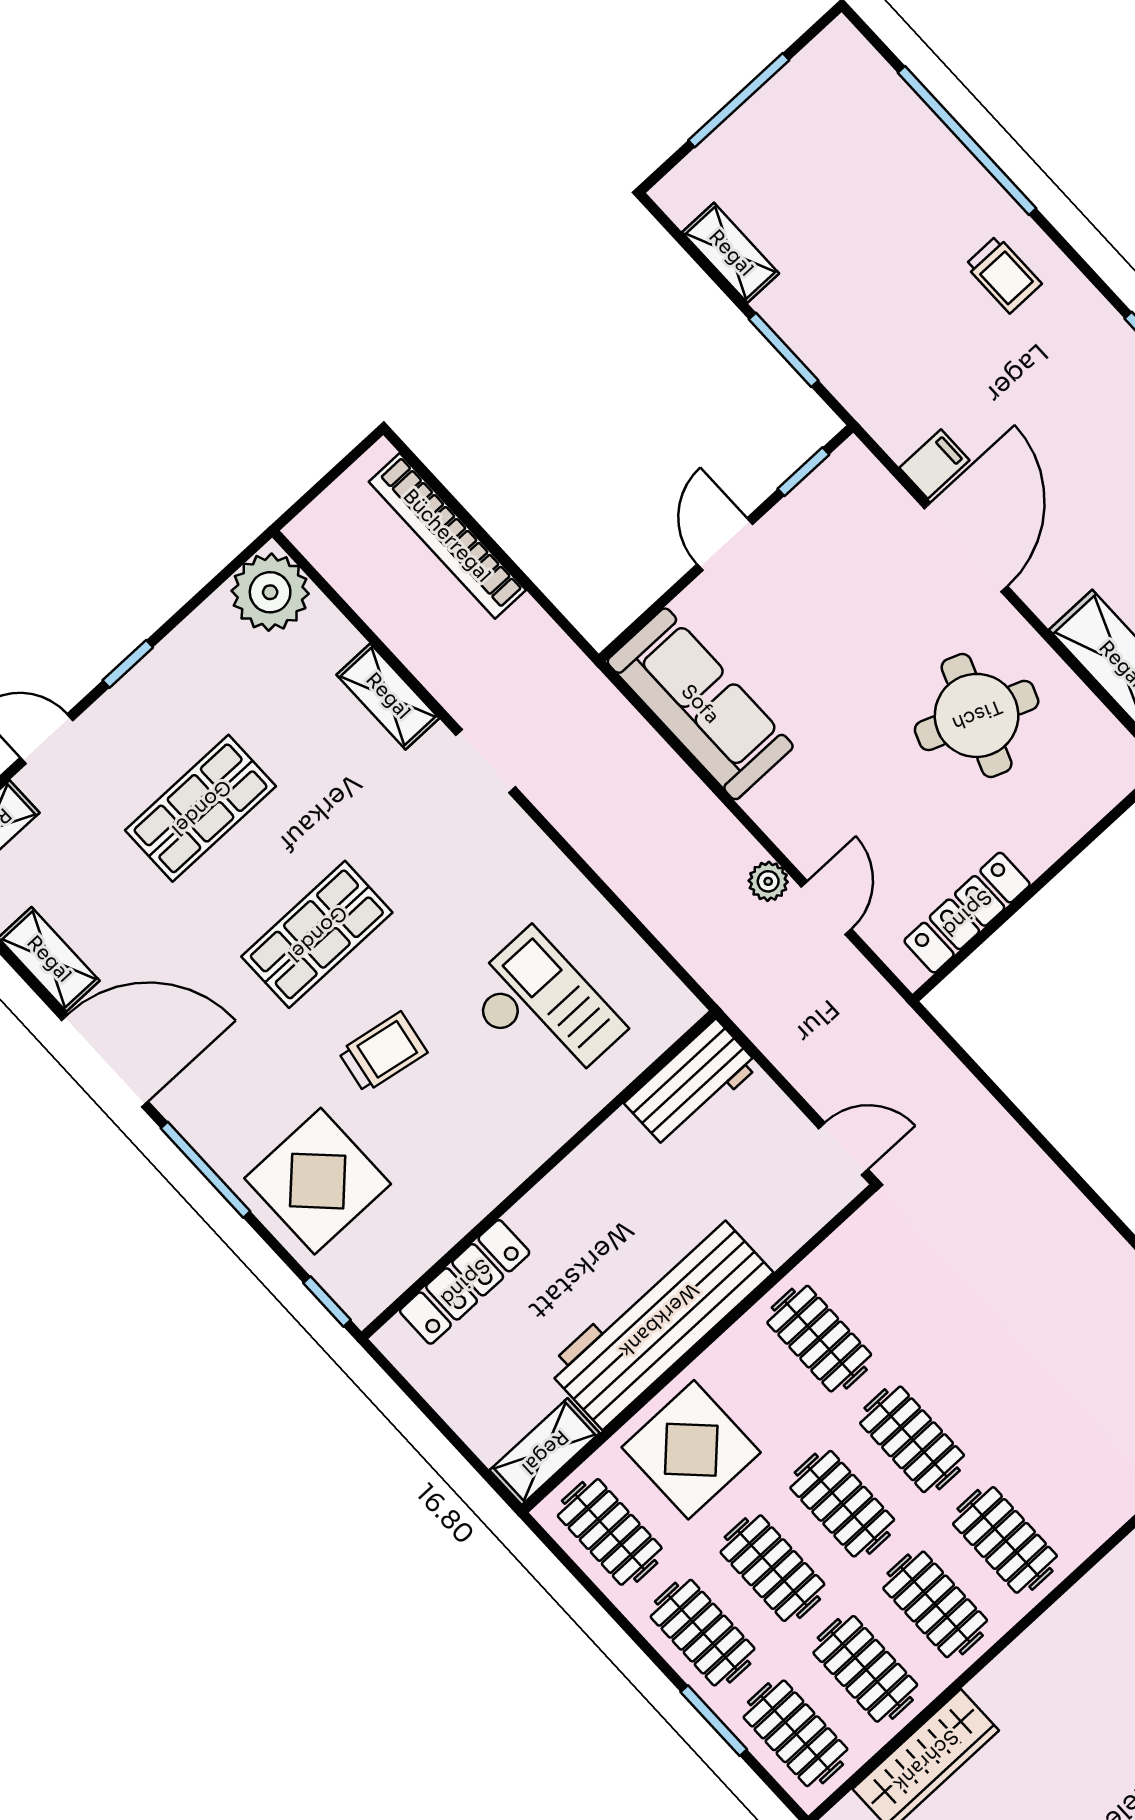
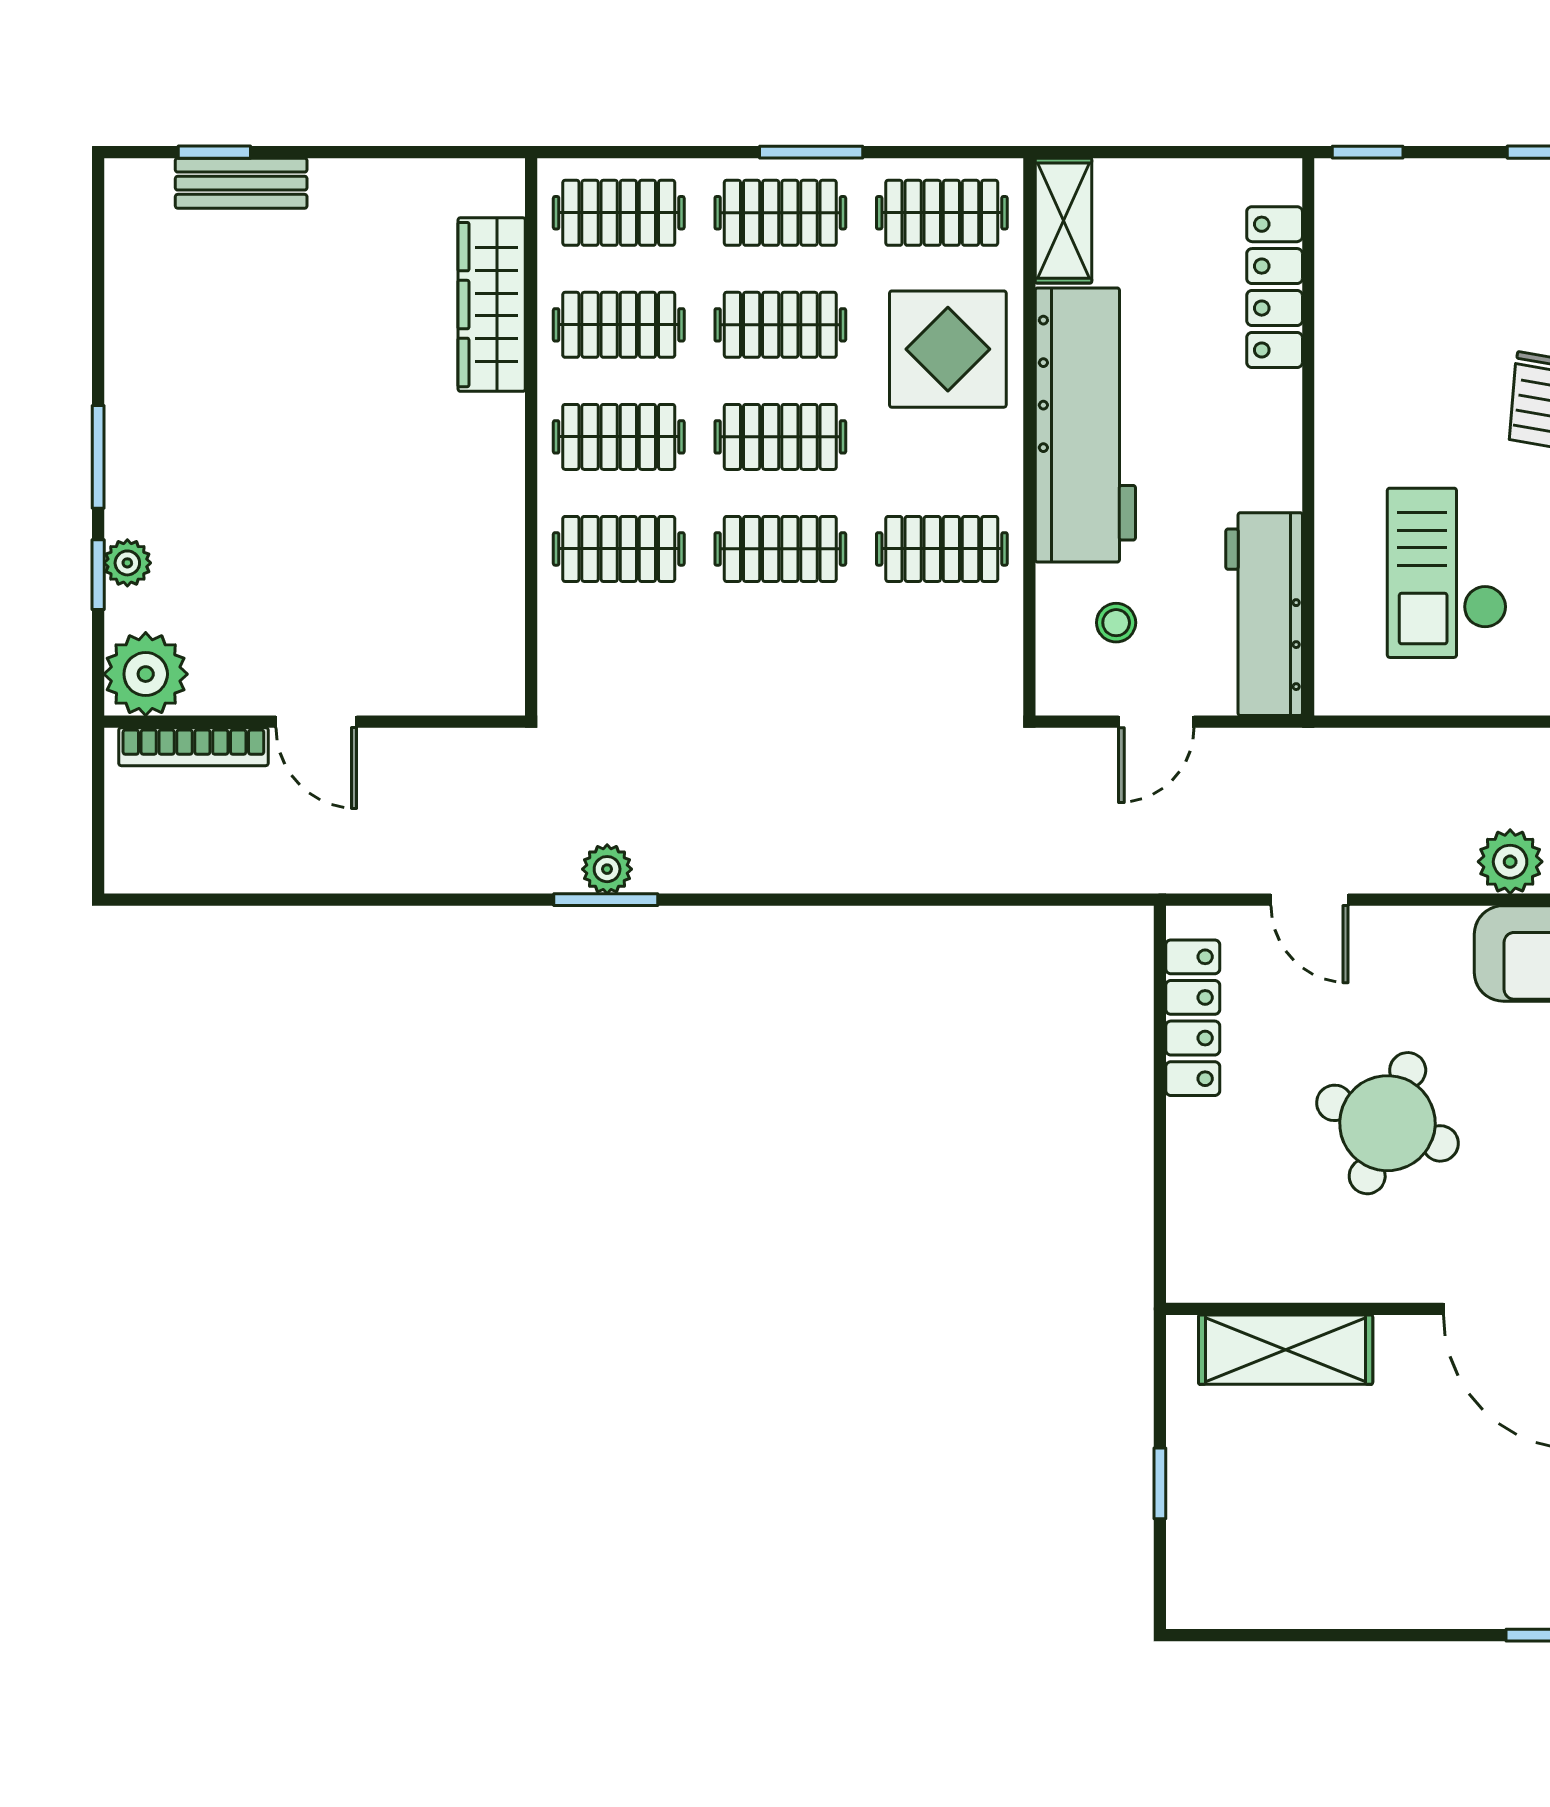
round table: (977, 715) -> (1387, 1123), moved
plant: (768, 881) -> (1510, 862), moved, width x1.38, depth x1.38
checkout: (544, 1010) -> (1447, 573), turned 90
workbench: (692, 1084) -> (1264, 614), width x1.38
door: (843, 1149) -> (1156, 722), moved
display table: (318, 1181) -> (1479, 240), removed
stool: (765, 1188) -> (1116, 623), added
window: (714, 1721) -> (811, 152), moved

